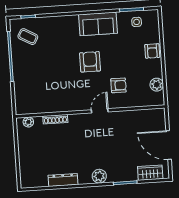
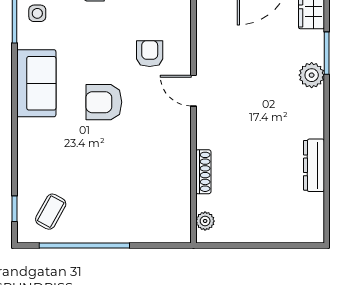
plant: (99, 176) -> (312, 75), moved

